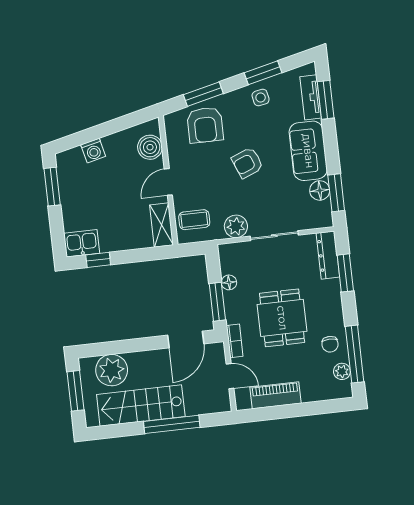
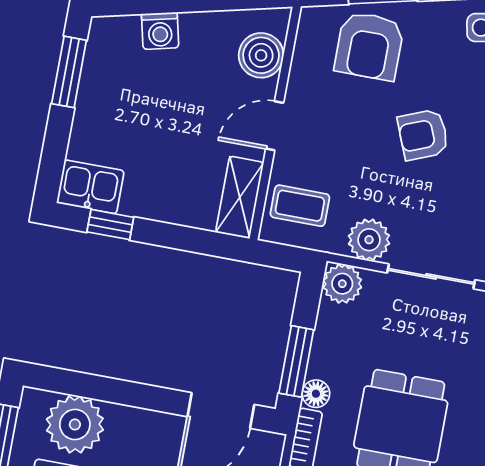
plant: (229, 254) -> (342, 284), added
floor lamp: (229, 282) -> (316, 394), moved

